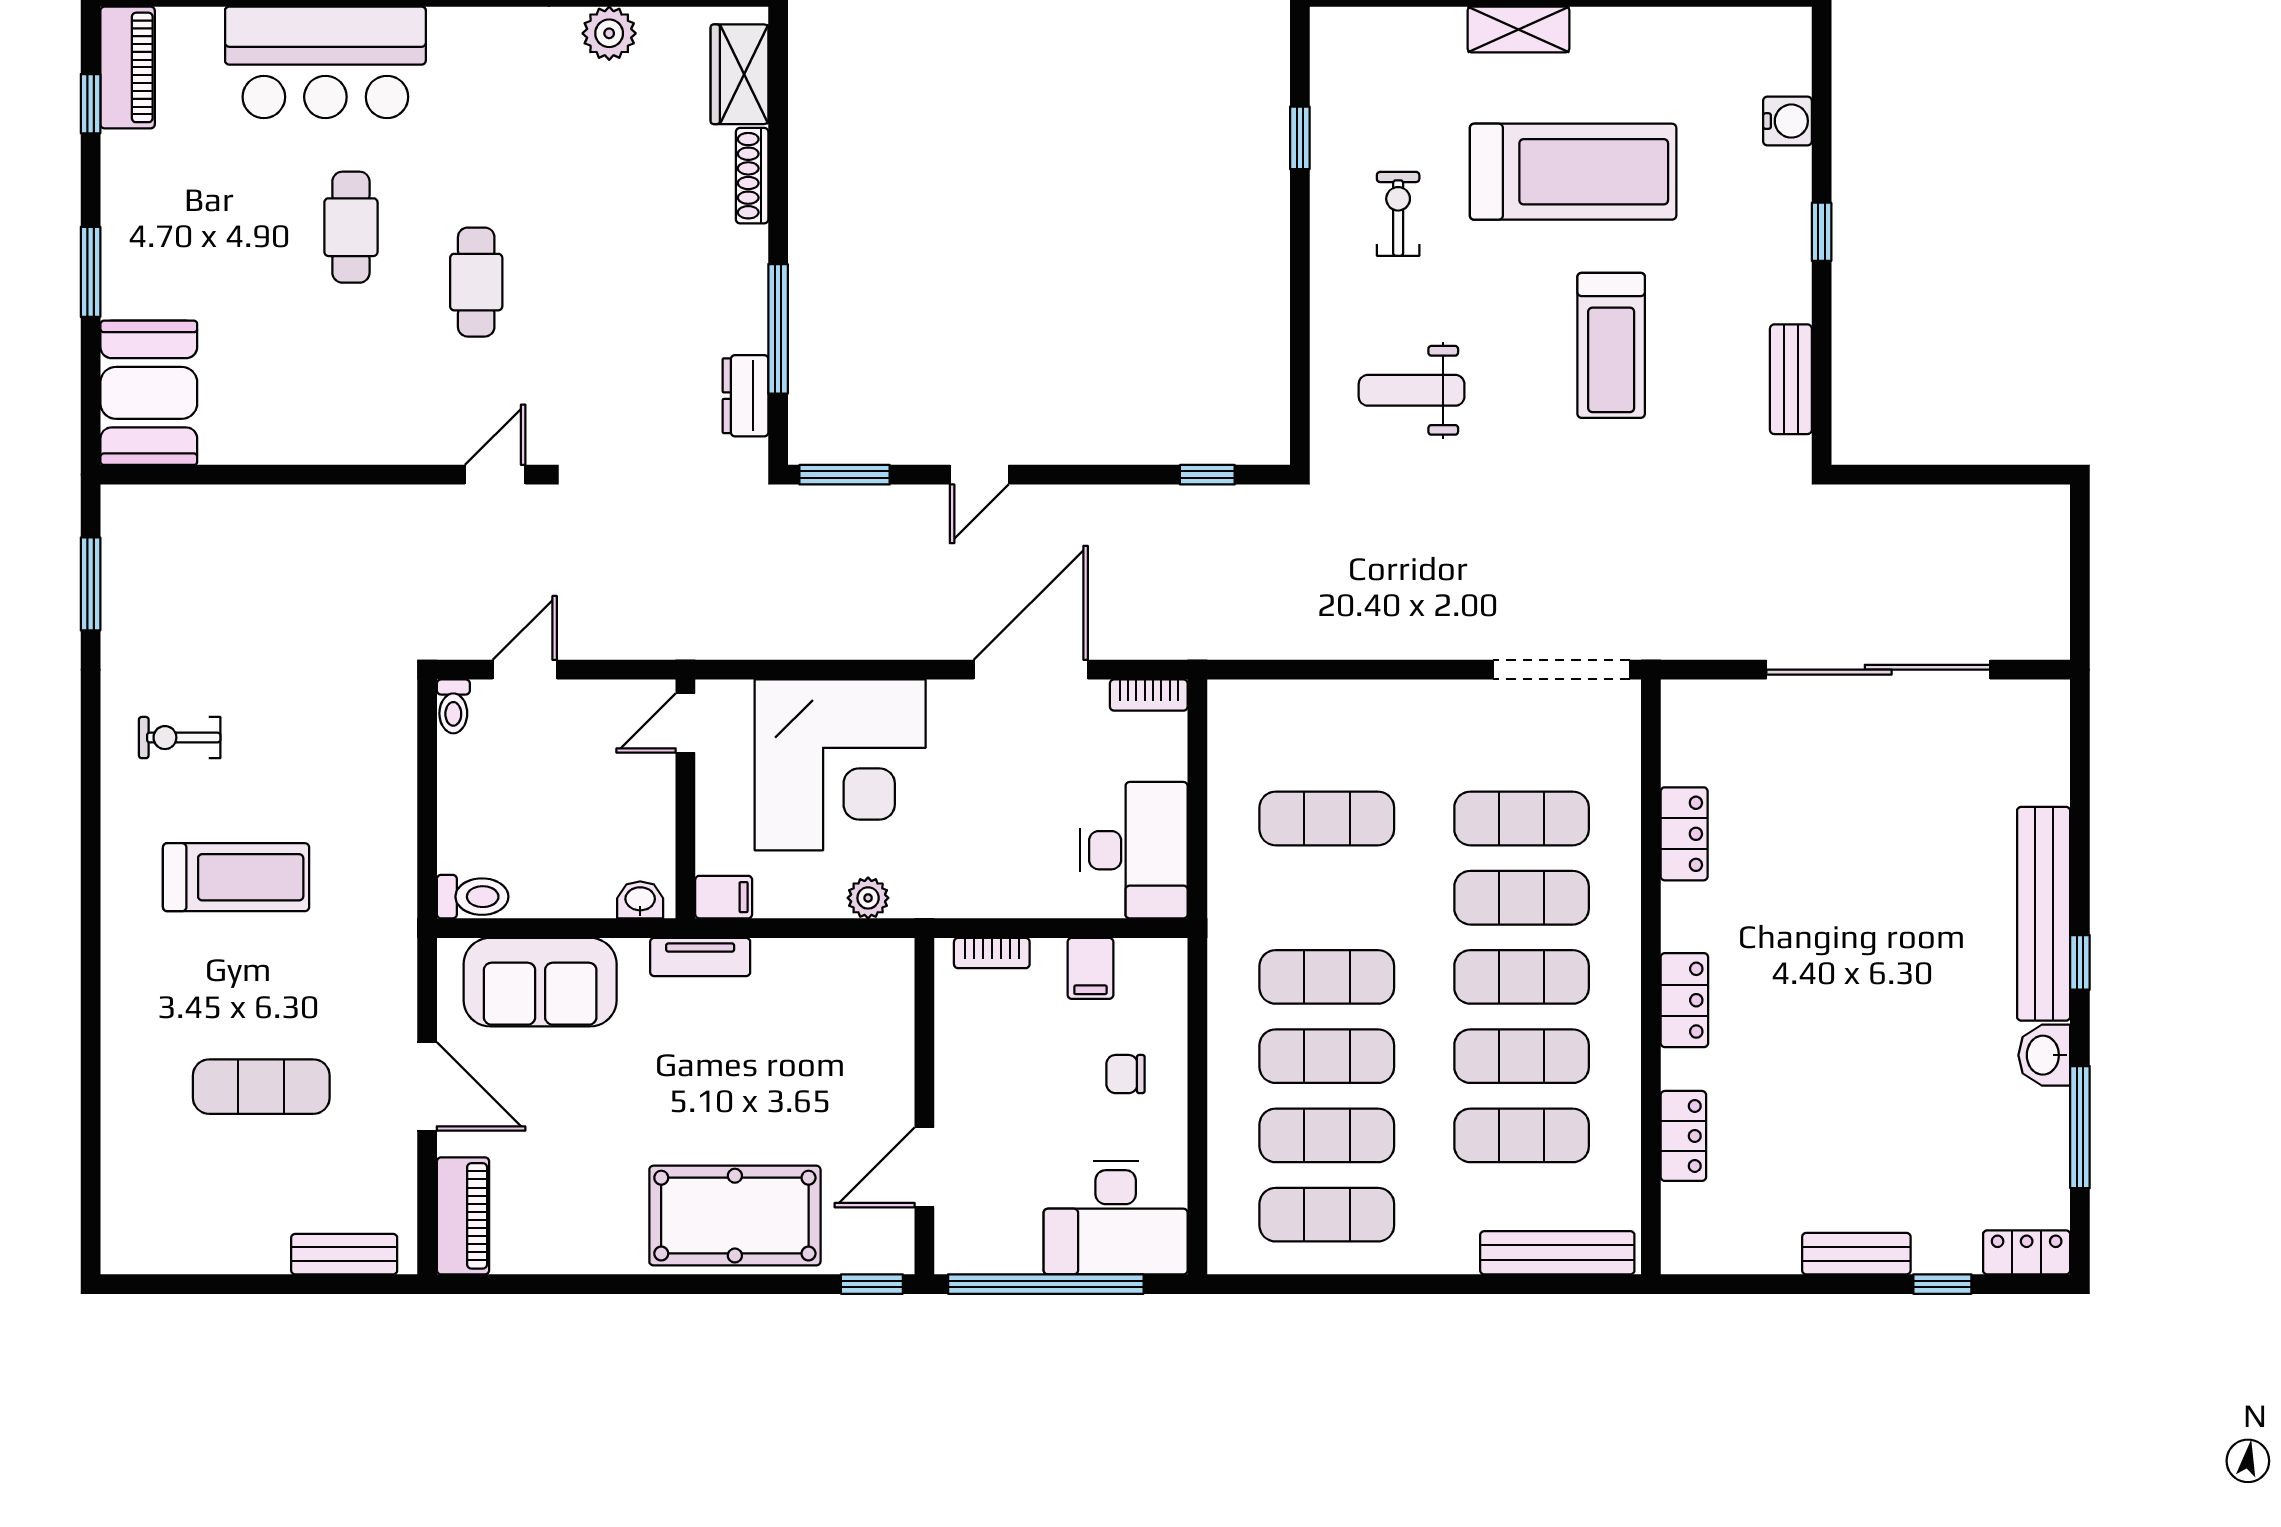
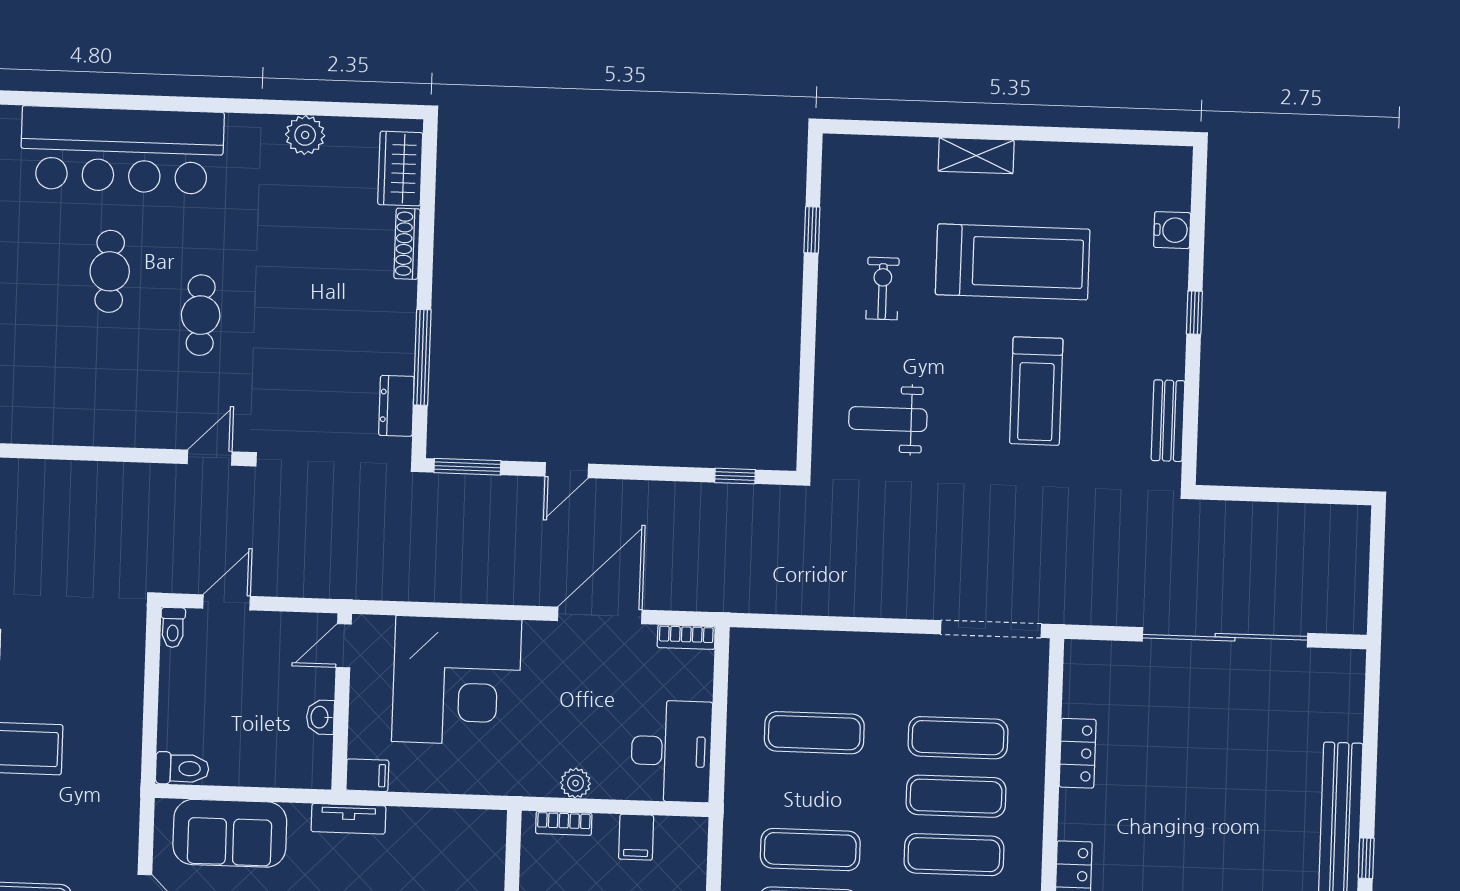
bar counter: (325, 62) -> (122, 150), width x1.36
plant: (868, 898) -> (576, 783), moved
washbasin: (640, 900) -> (320, 717), moved, turned -90

